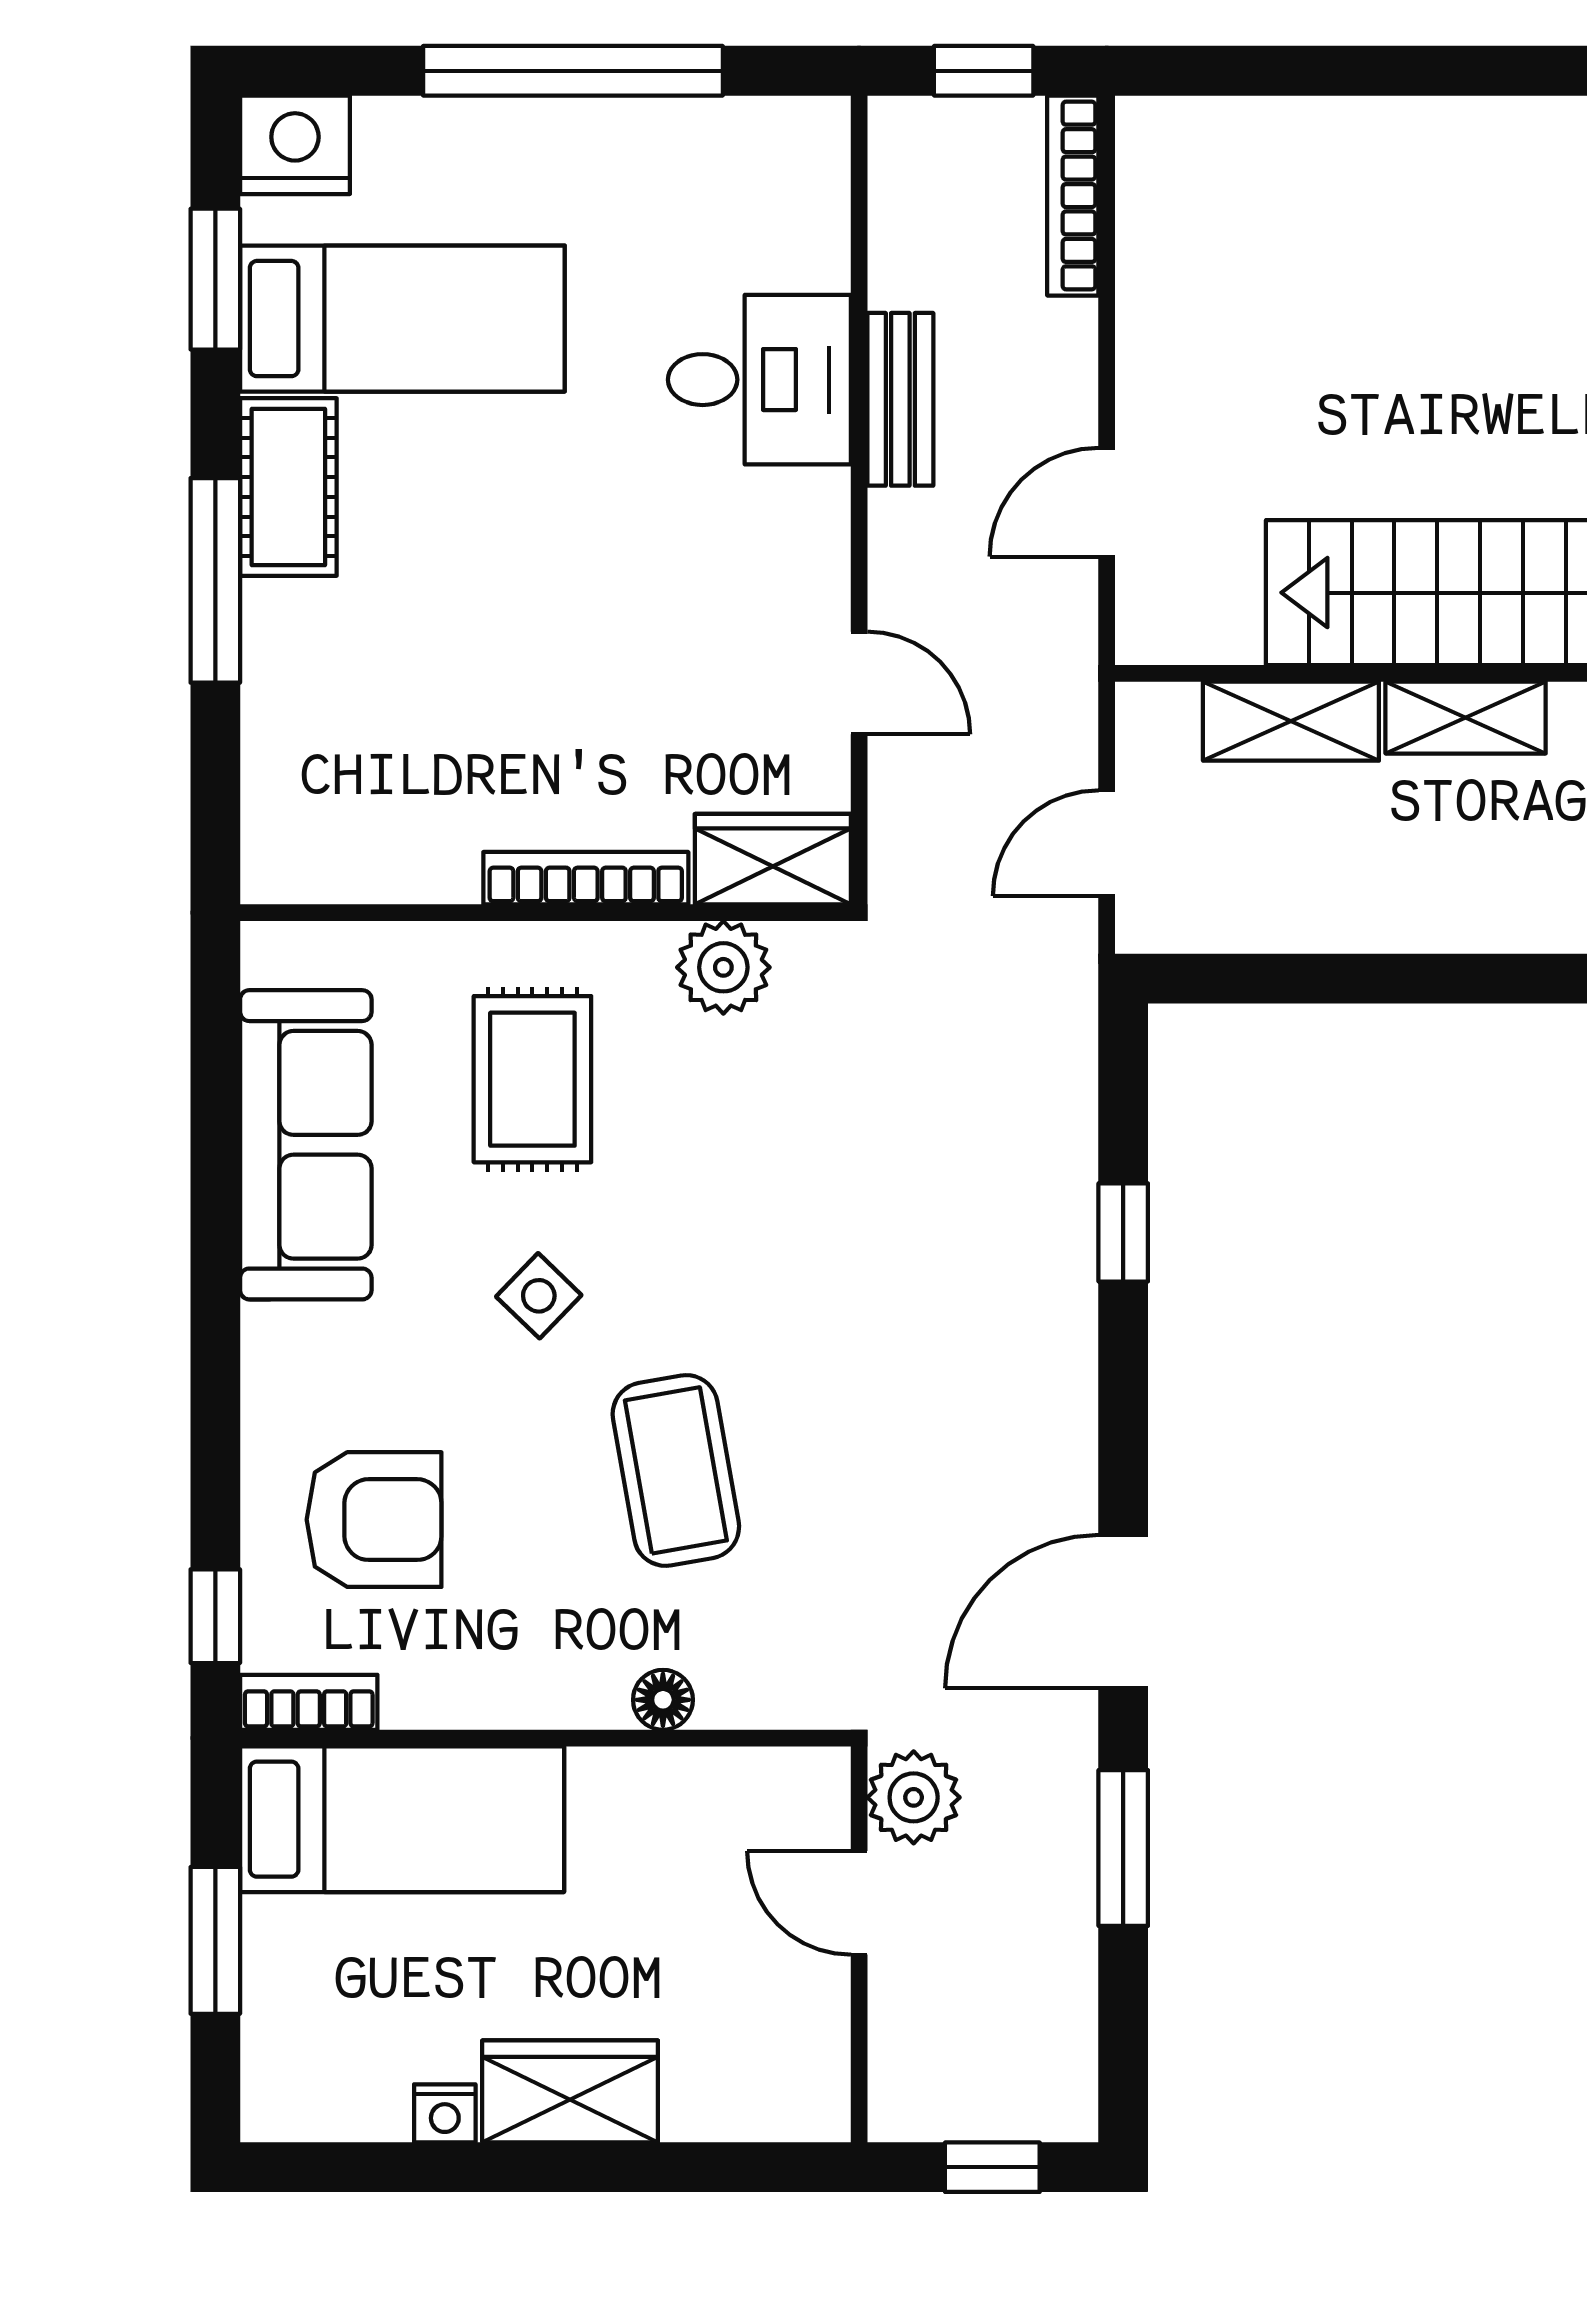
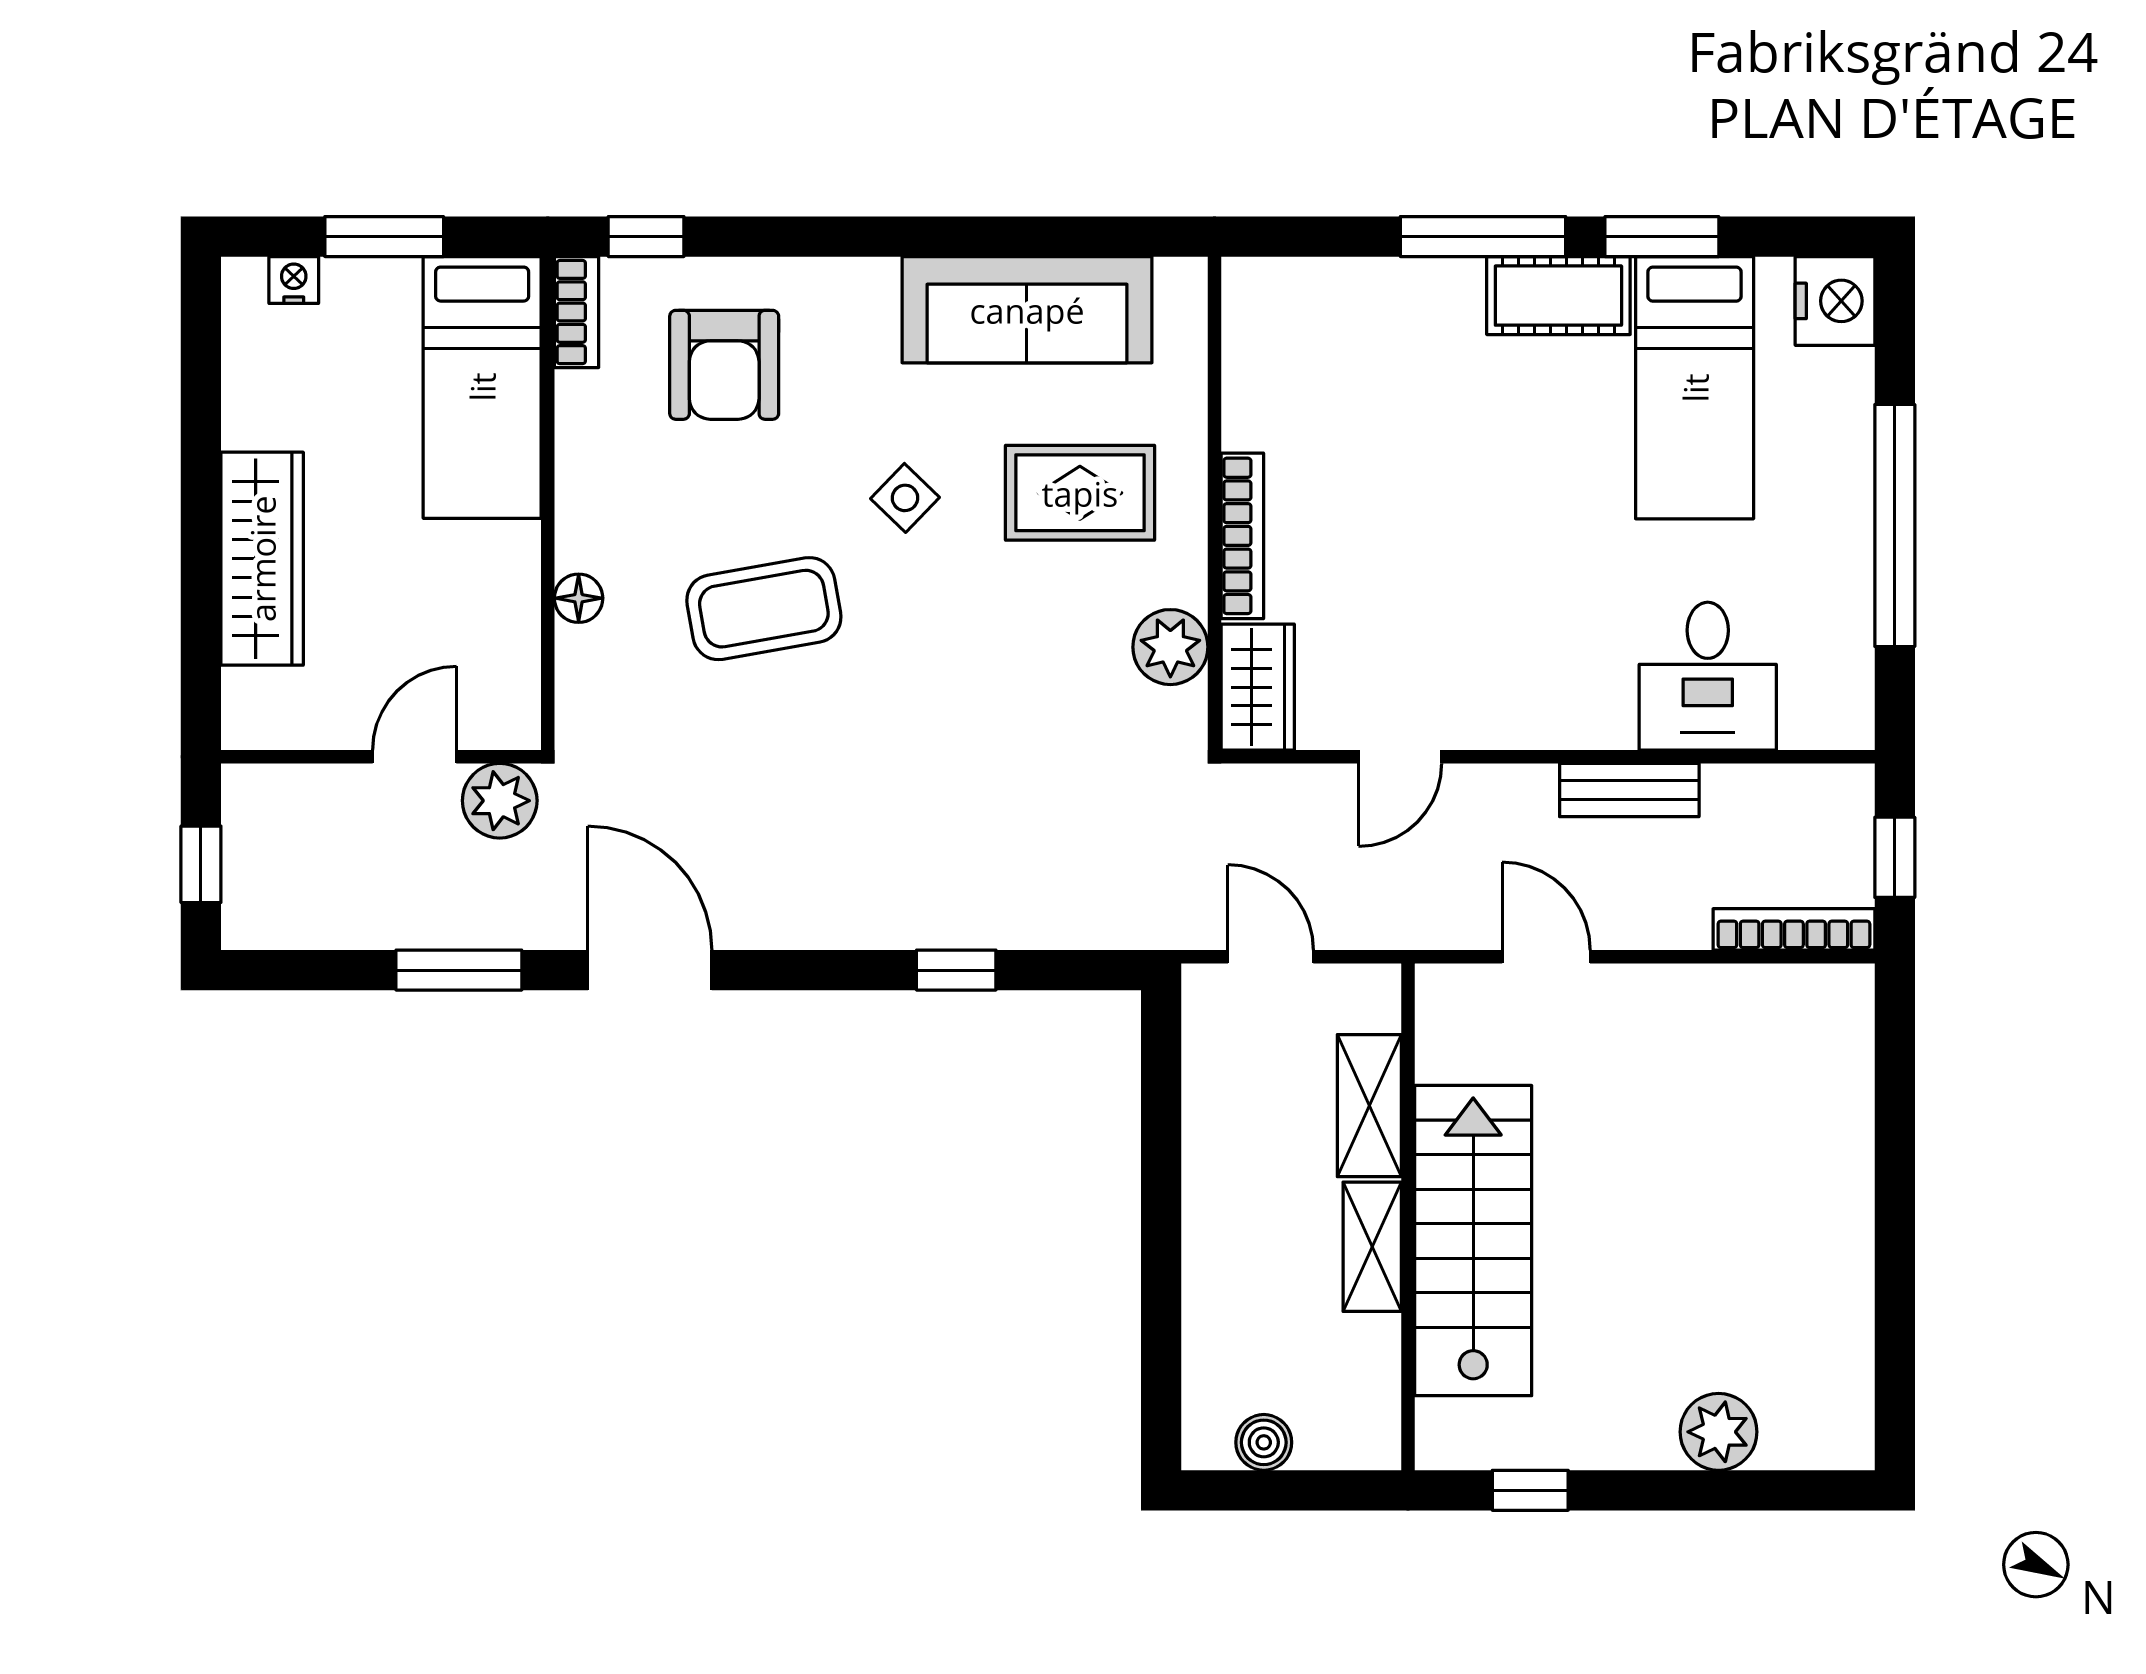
window: (215, 279) -> (1662, 237), moved
desk: (759, 380) -> (1708, 676), moved
wardrobe: (570, 2091) -> (262, 559), width x1.50
nightstand: (445, 2113) -> (294, 280), moved, turned 90

